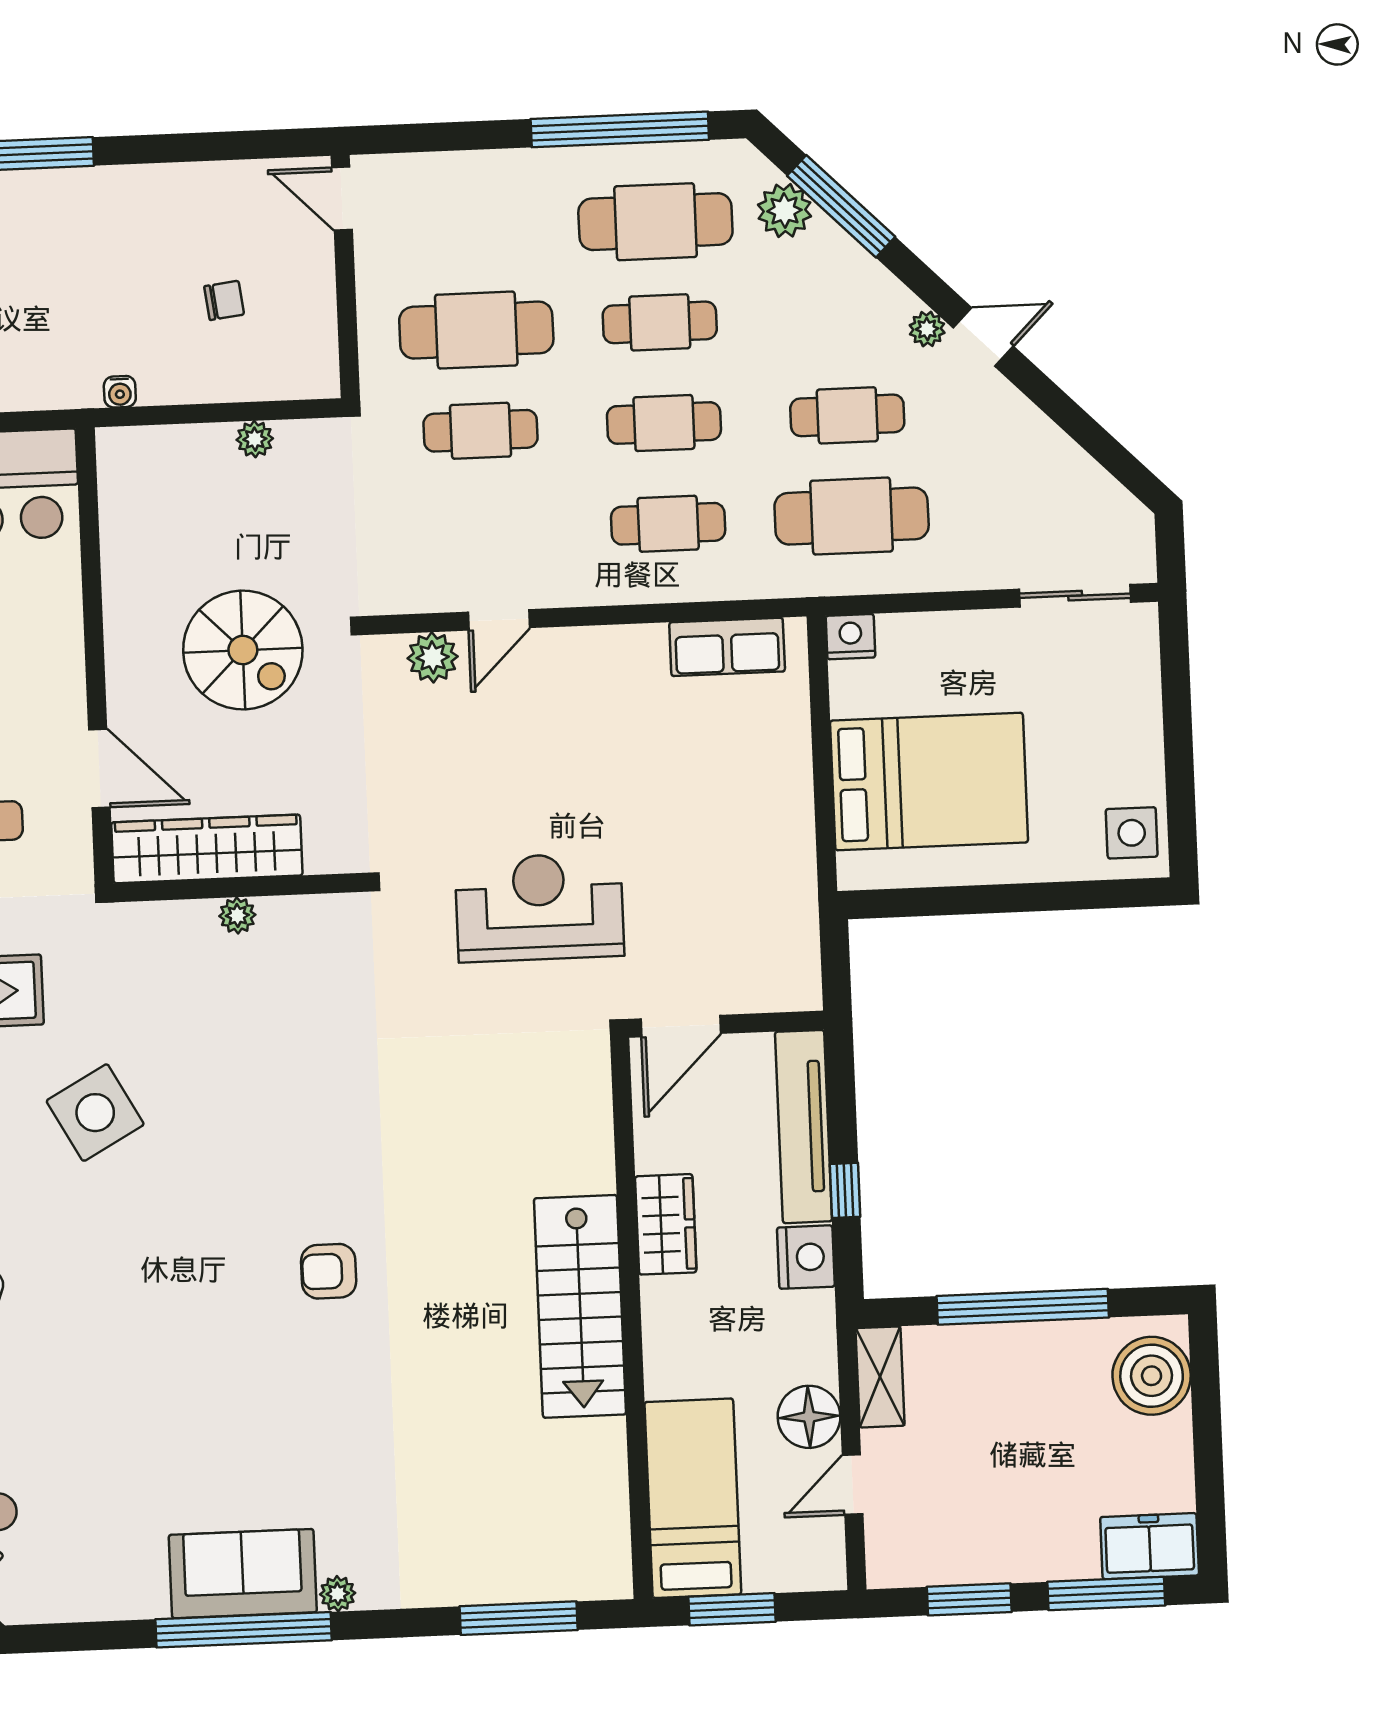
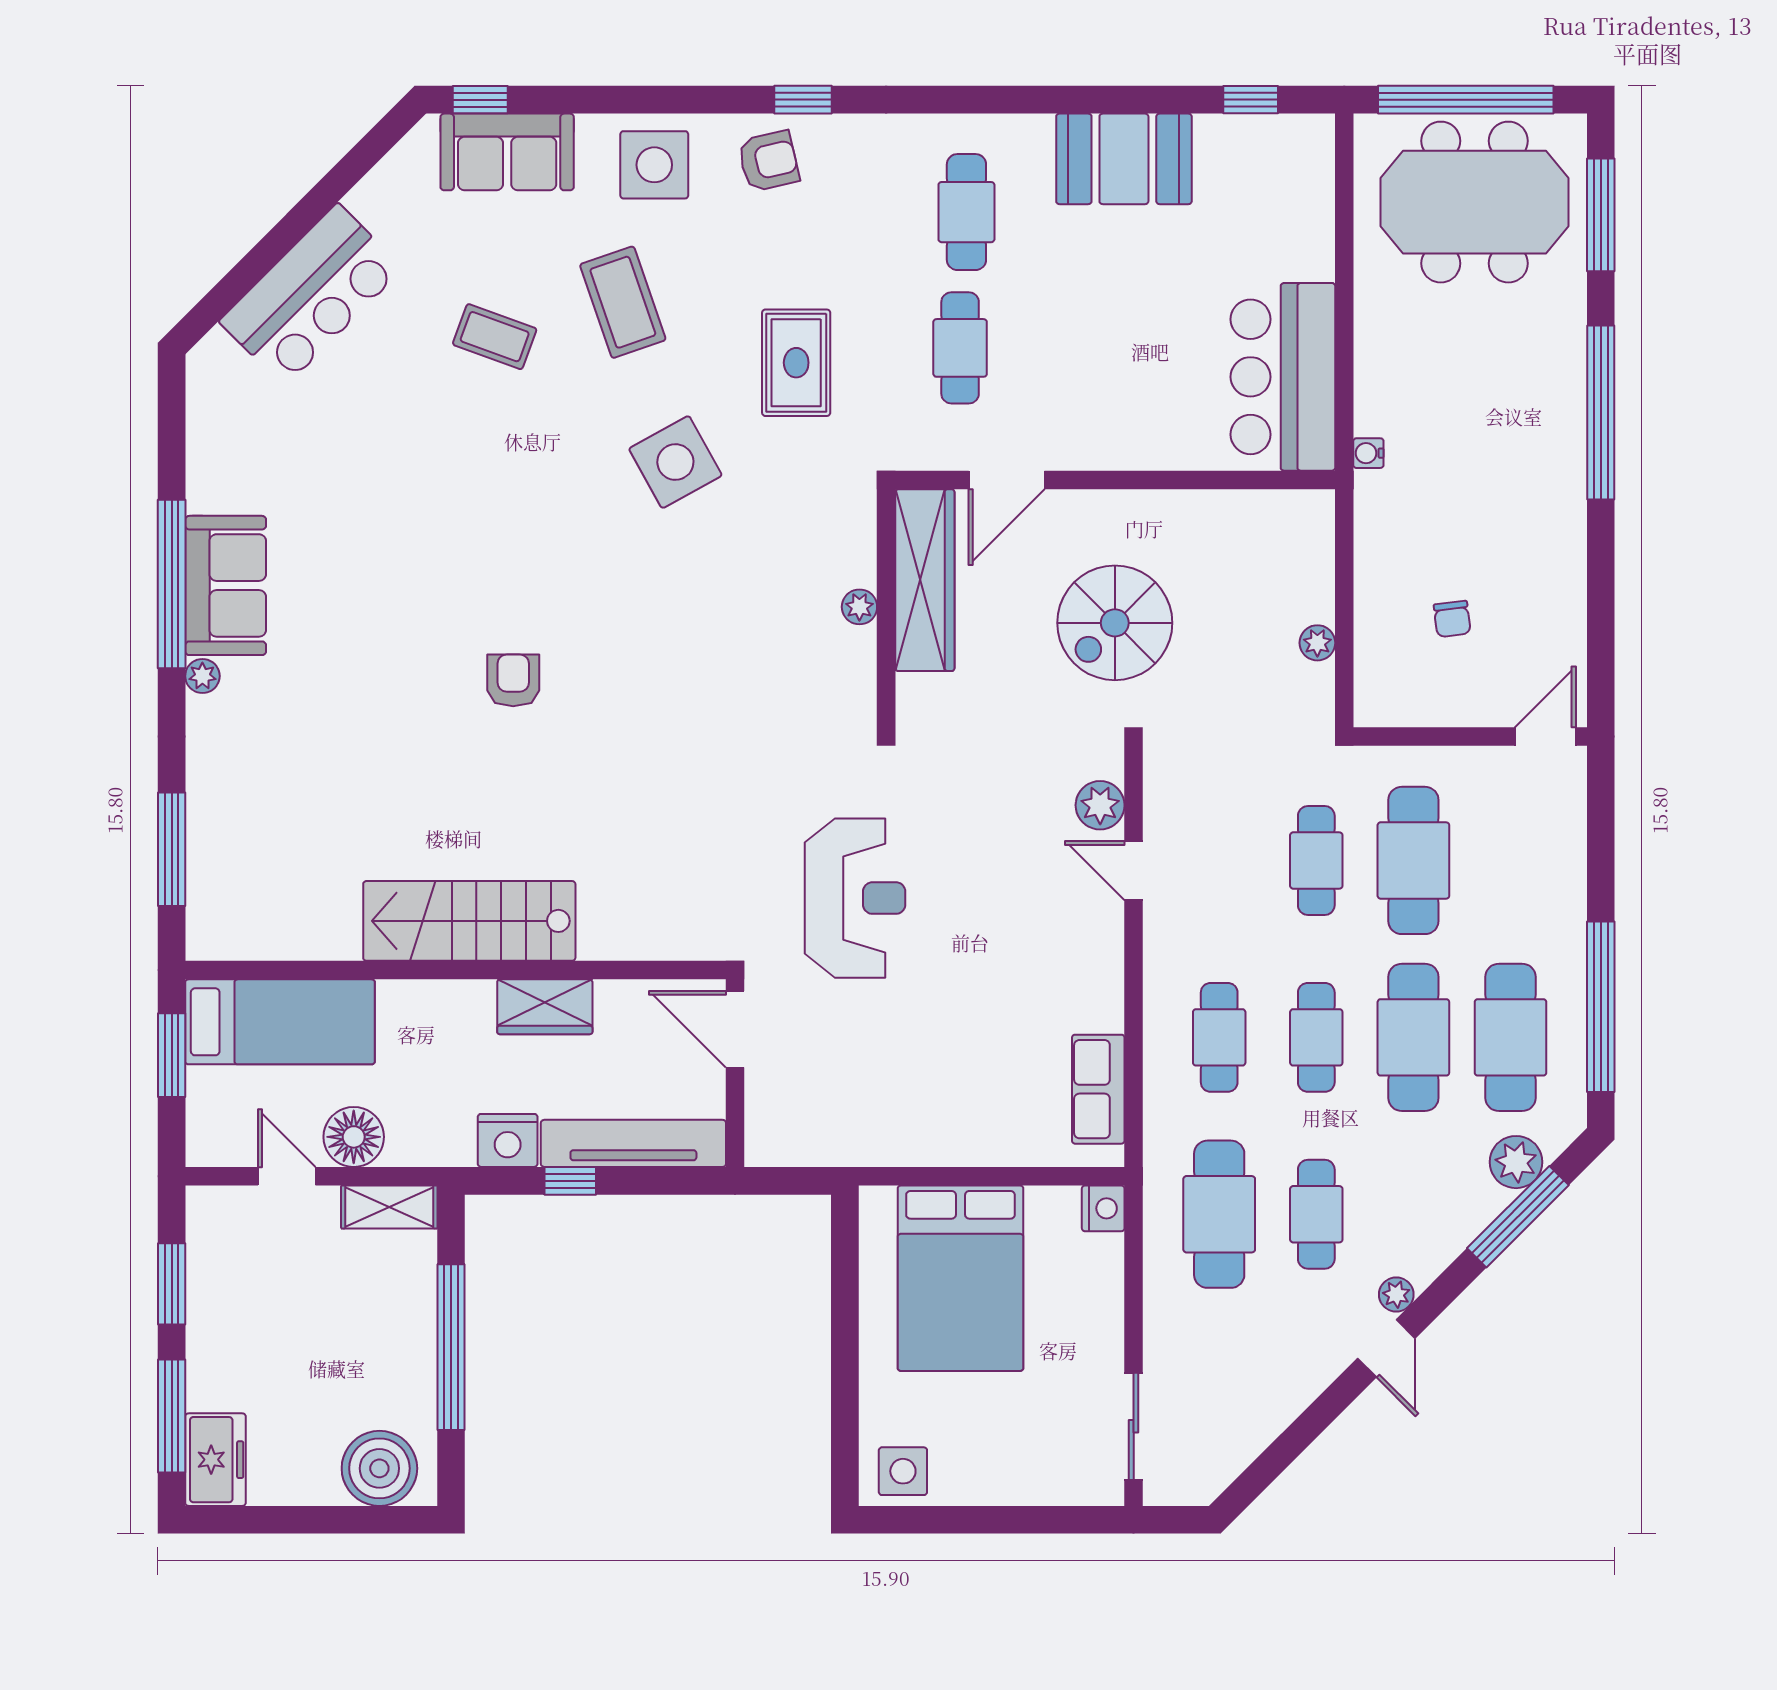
cafe table: (660, 322) -> (1413, 1037), width x1.37, depth x1.35
water cooler: (120, 392) -> (1368, 453), moved

